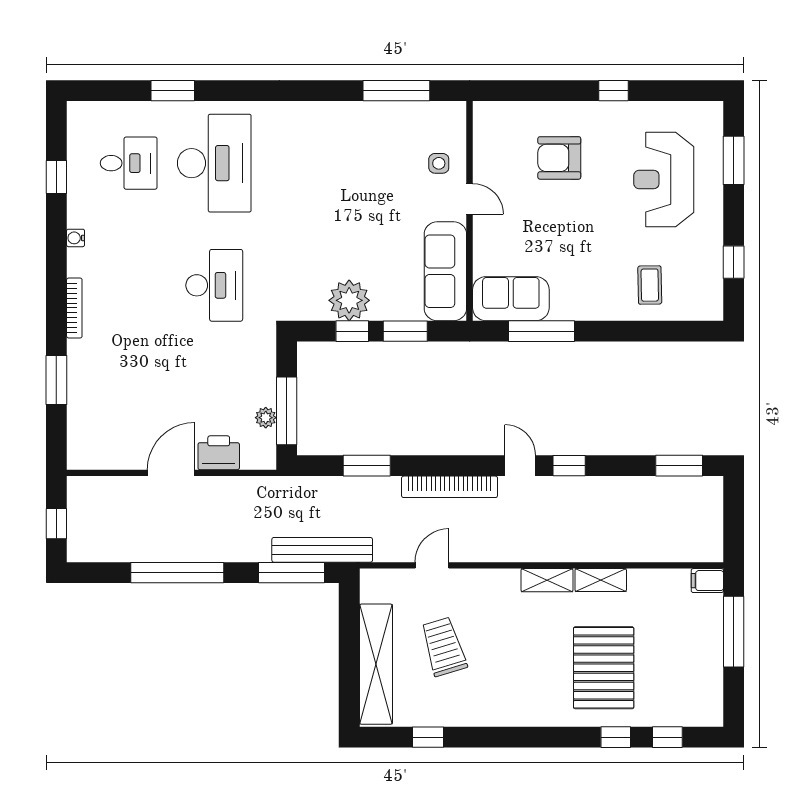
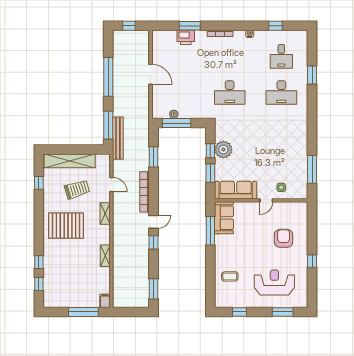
desk: (214, 163) -> (281, 92), width x0.73, depth x0.77
printer: (219, 453) -> (186, 37), moved, turned 90
shelving: (547, 580) -> (105, 213), moved
pallet: (604, 668) -> (66, 226), moved

